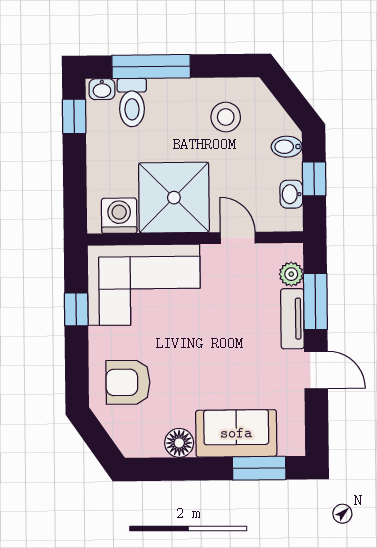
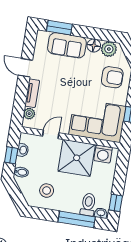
door: (238, 238) -> (51, 134), swing flipped
window: (315, 302) -> (20, 99), removed
plant: (146, 441) -> (109, 49), added

